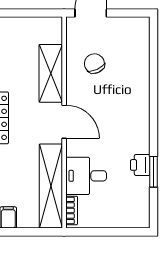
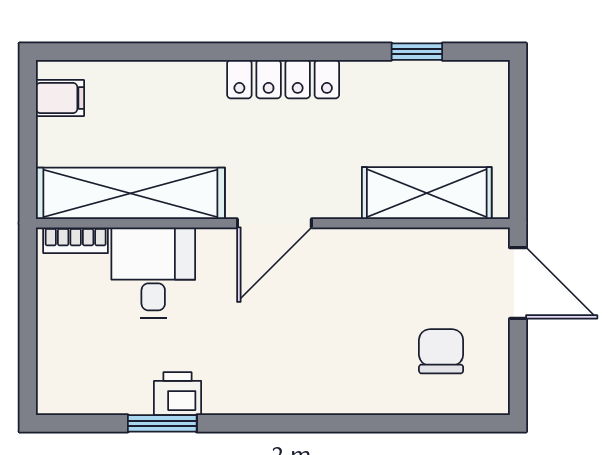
chair: (94, 64) -> (441, 351), moved, turned -65
shelving: (51, 73) -> (427, 193), moved

